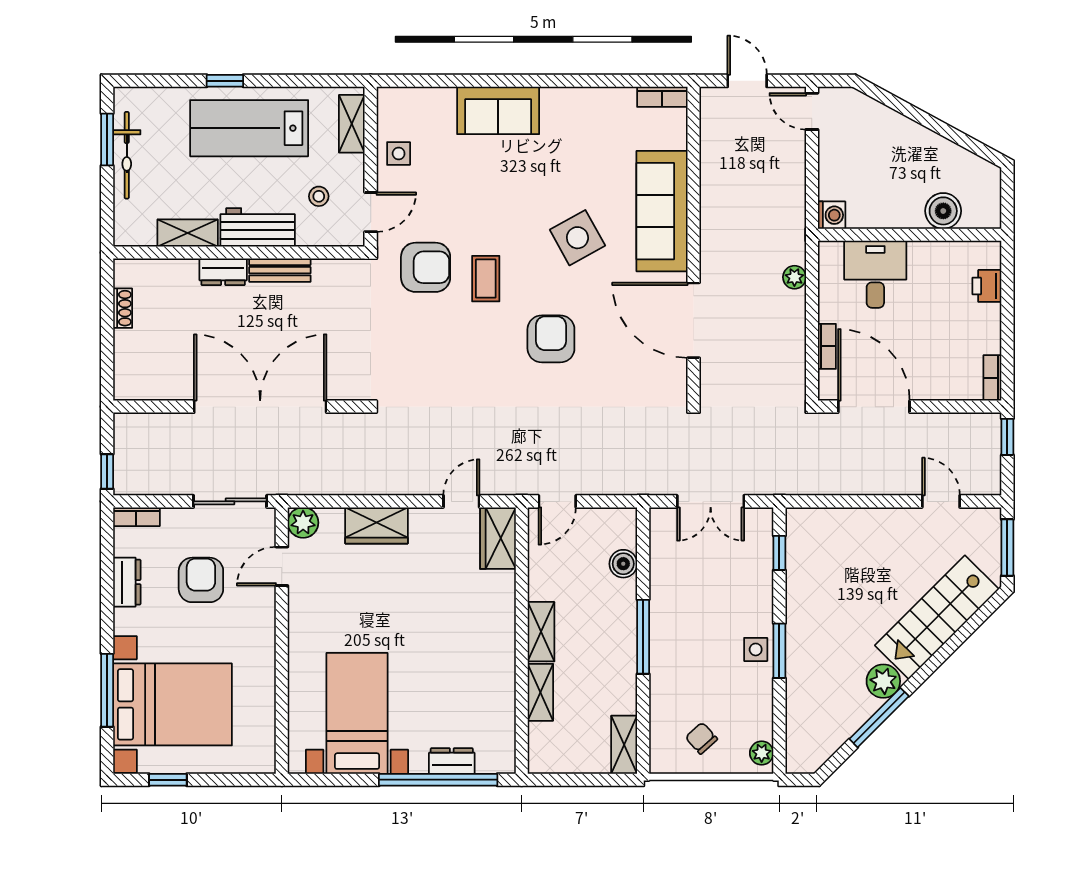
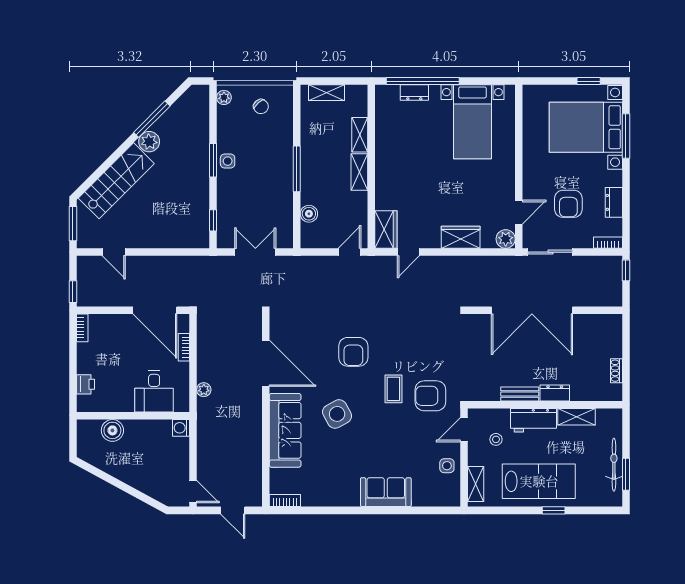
shelving: (624, 745) -> (327, 93), moved, turned 90

